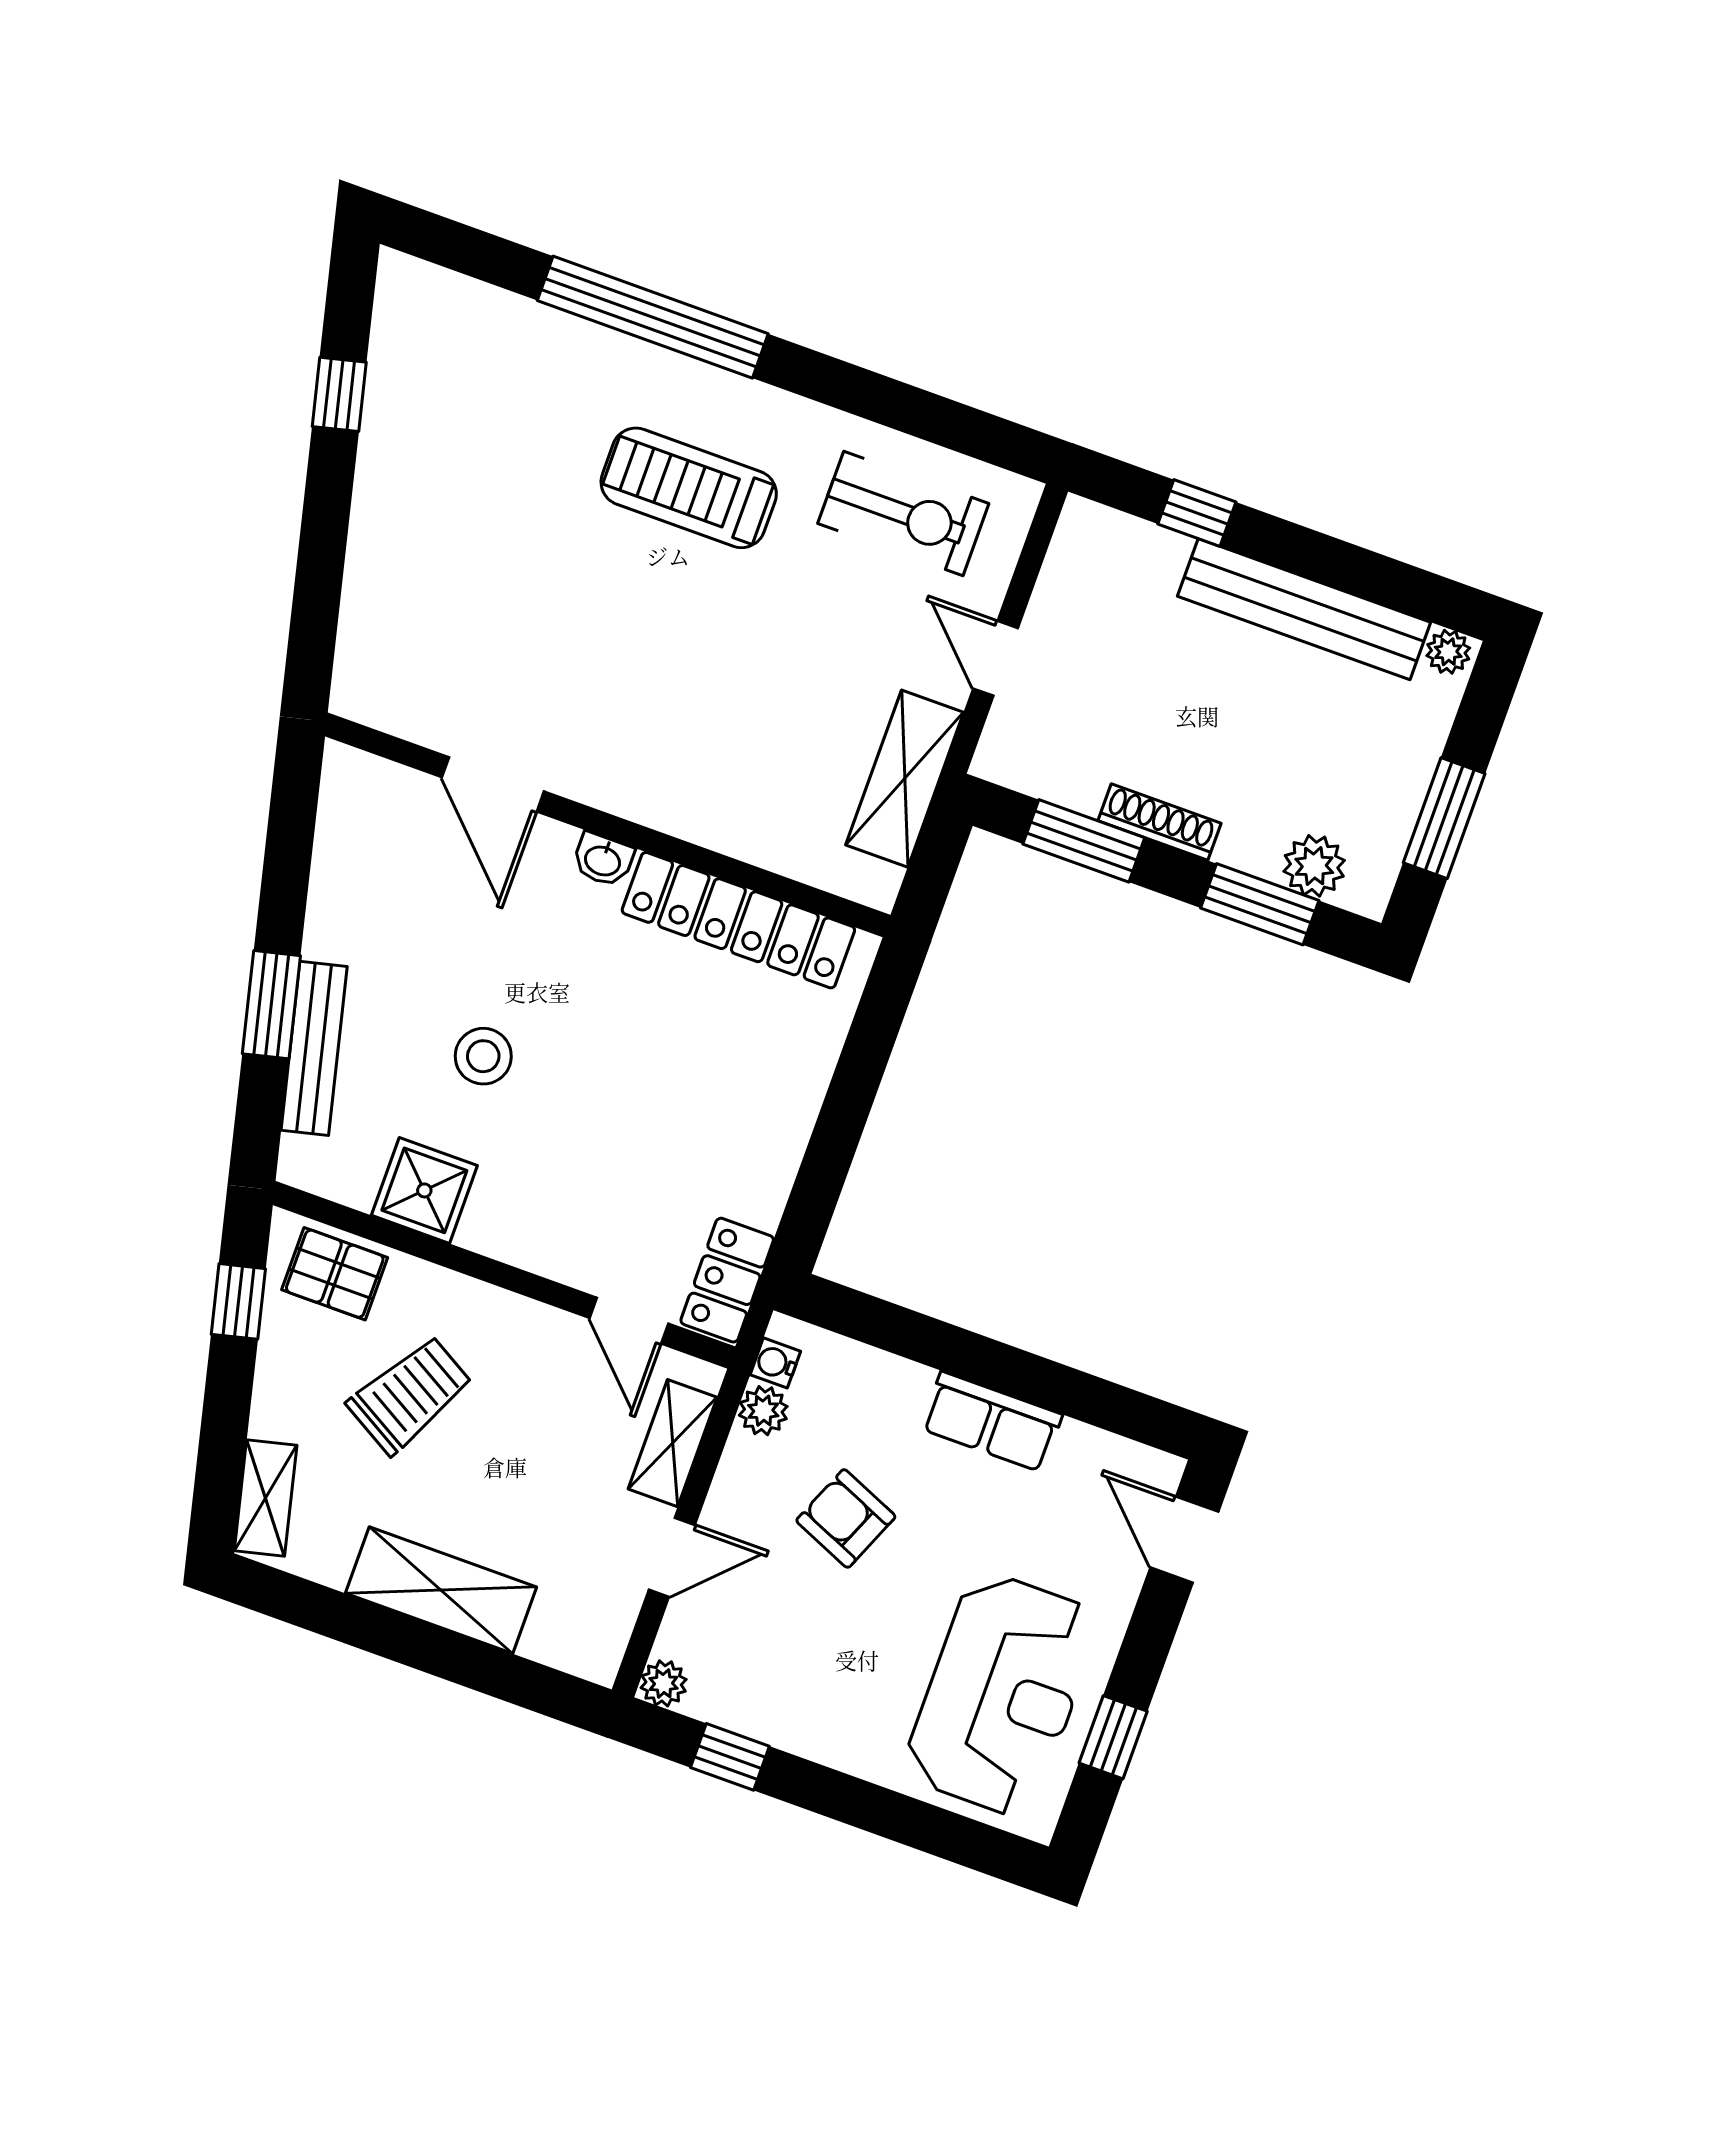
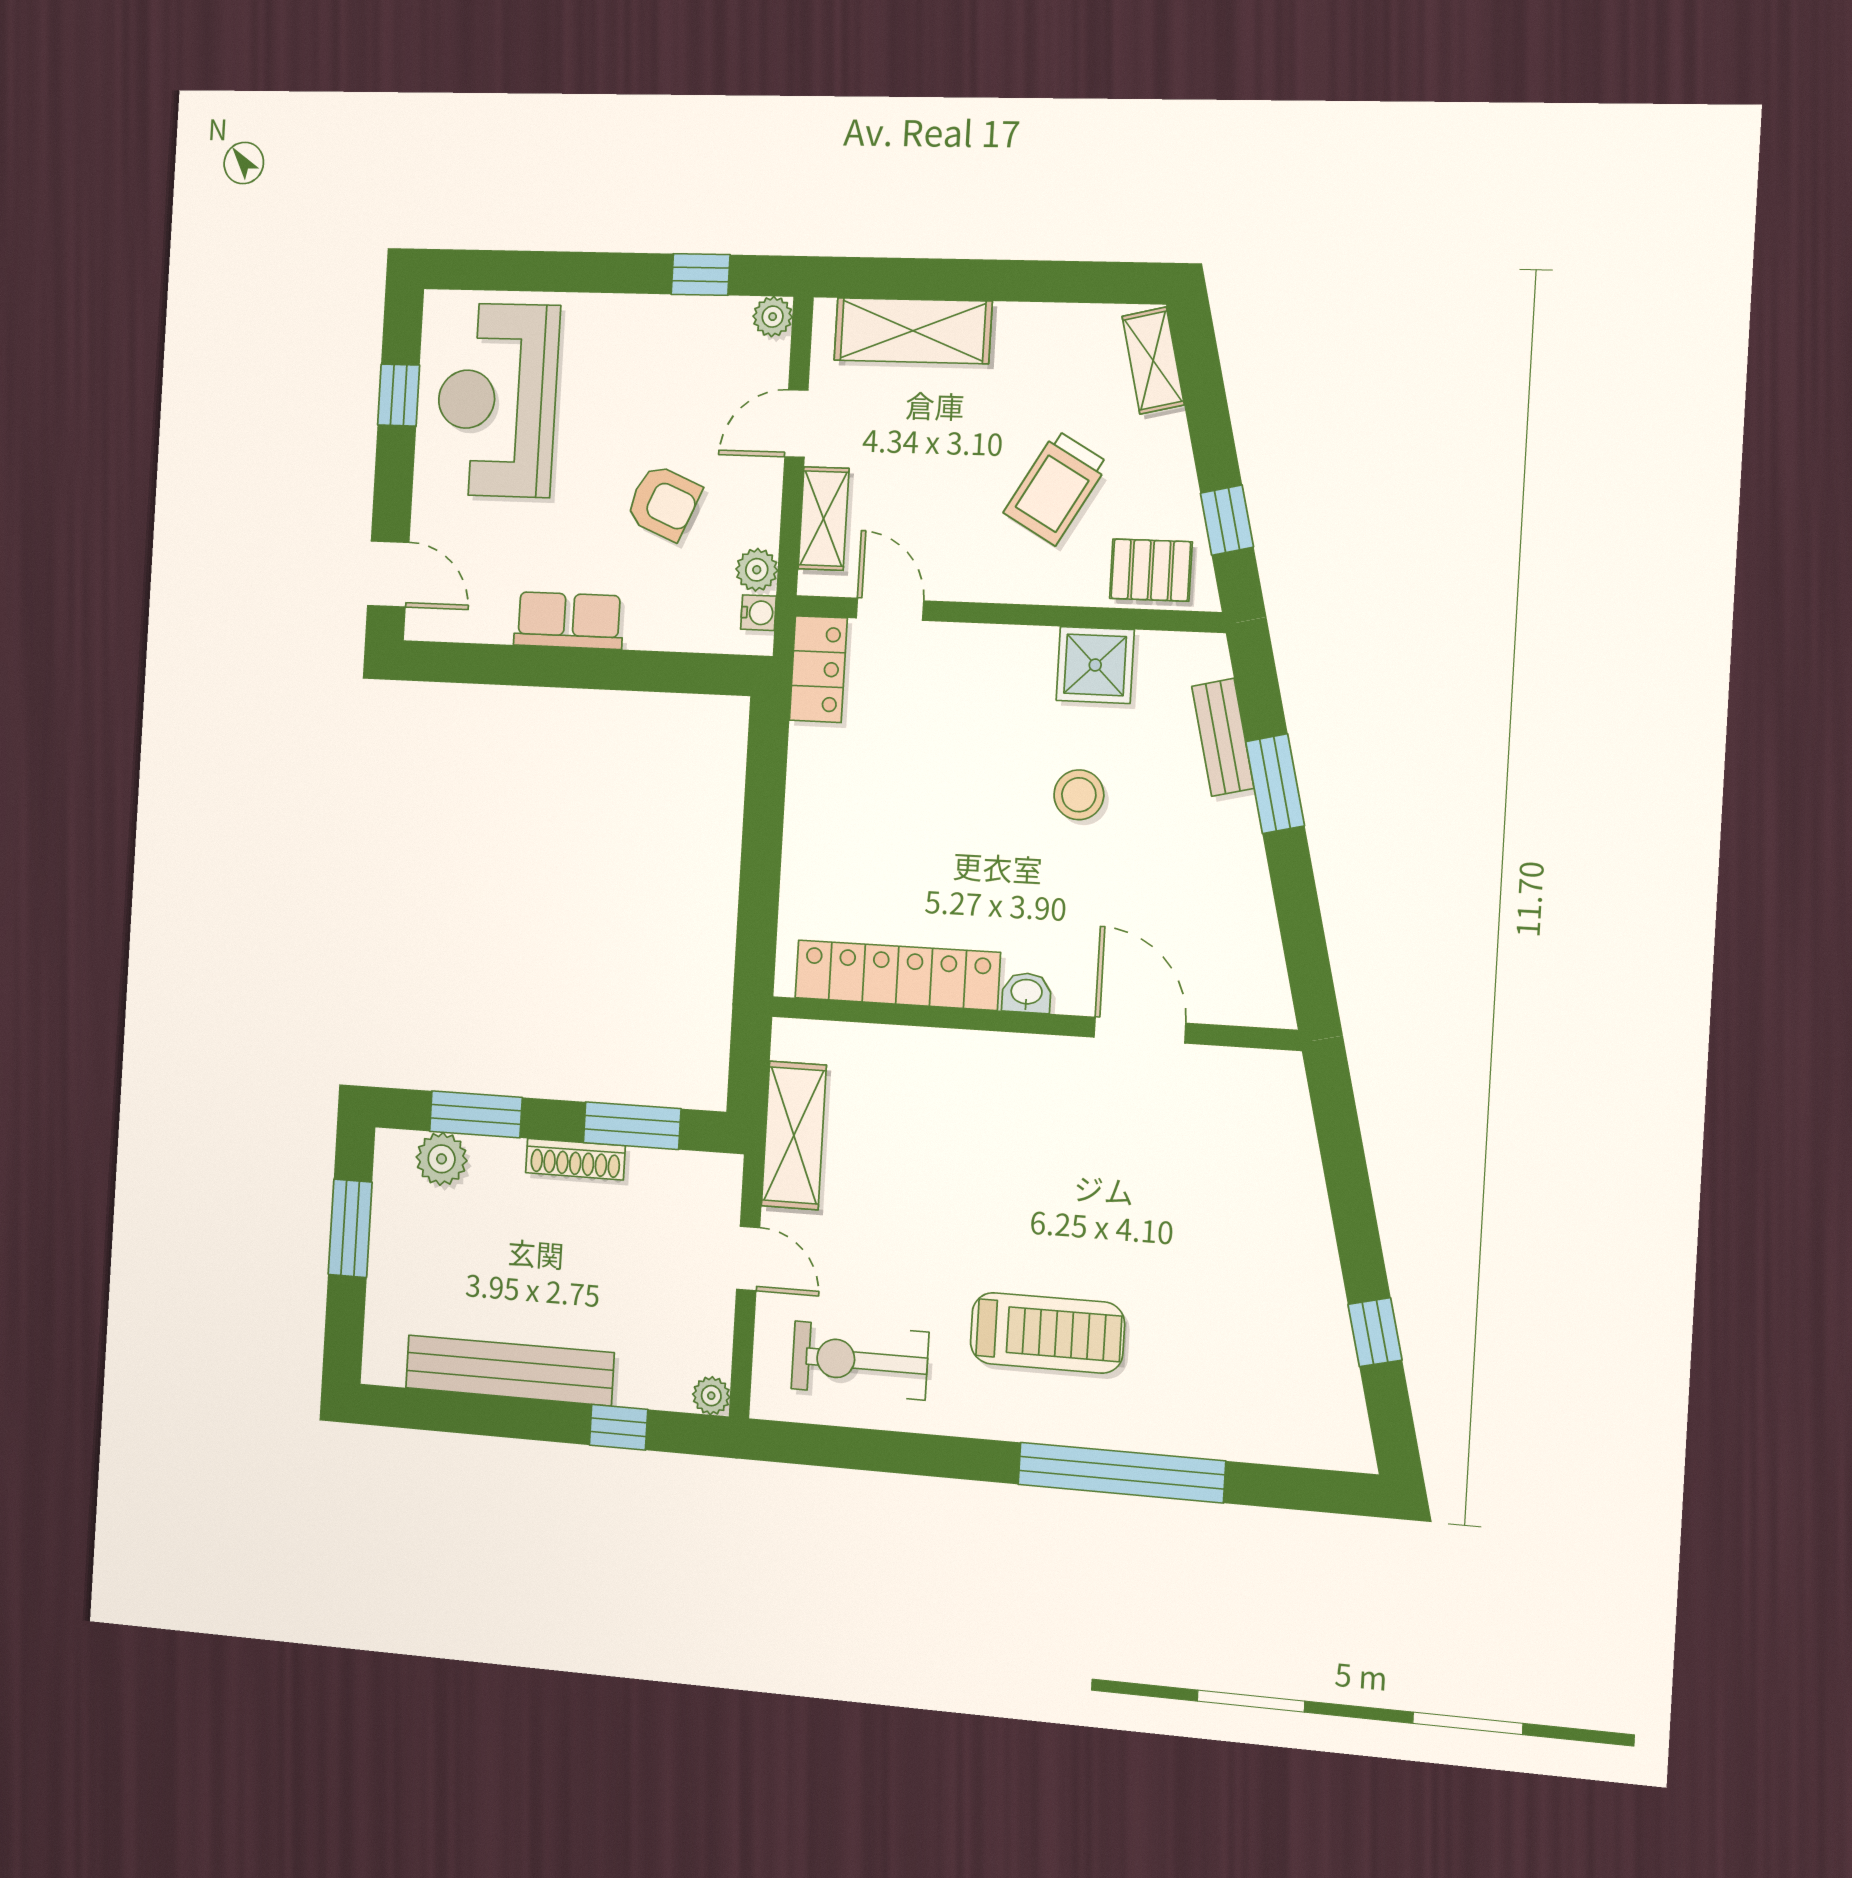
plant: (1448, 652) -> (711, 1396), moved
bench: (314, 1048) -> (1223, 737), width x0.73
shelving: (441, 1590) -> (913, 331), moved

